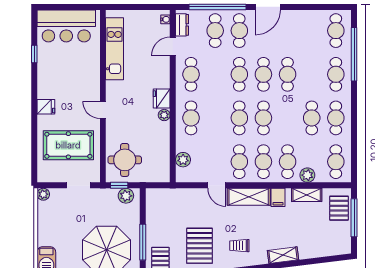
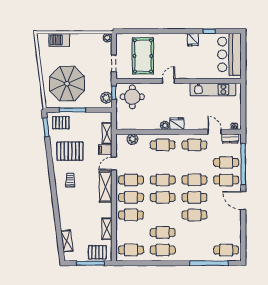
cafe table: (336, 74) -> (194, 250), removed
fridge: (46, 107) -> (193, 40), moved
plant: (307, 175) -> (121, 229), removed
shelving: (175, 195) -> (107, 133), added
filing cabinet: (278, 197) -> (105, 150), moved
shelving: (283, 255) -> (67, 241), moved

